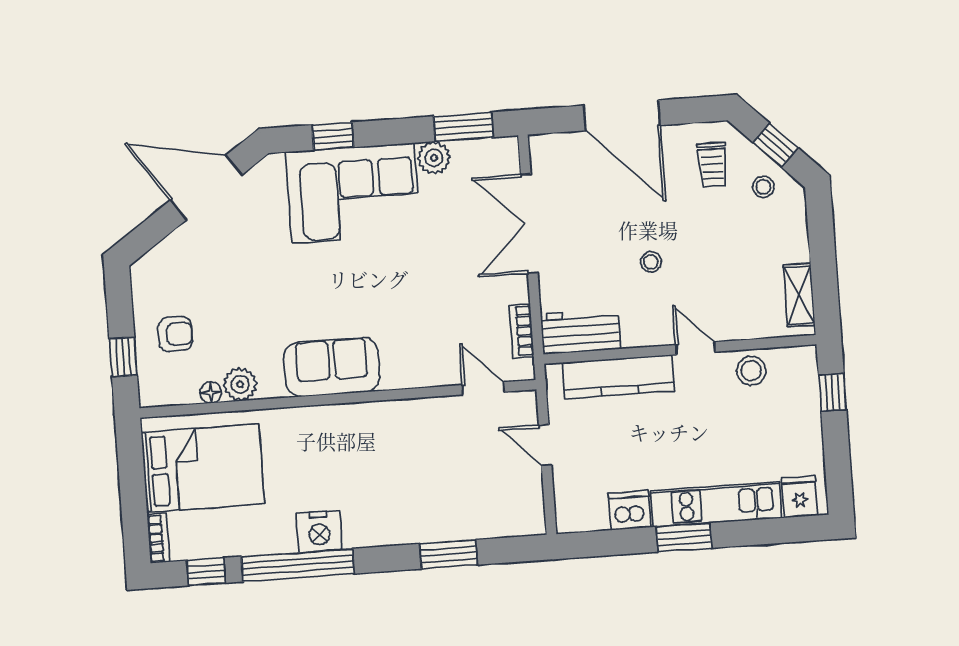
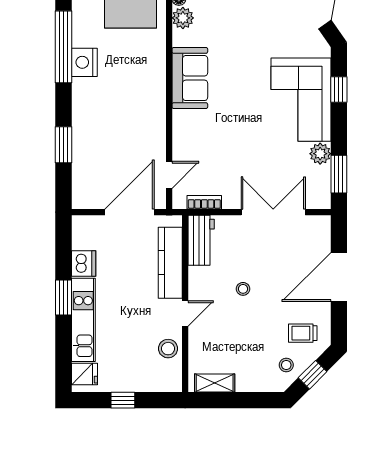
window: (832, 392) -> (123, 400), moved
door: (545, 445) -> (130, 212), width x1.87

